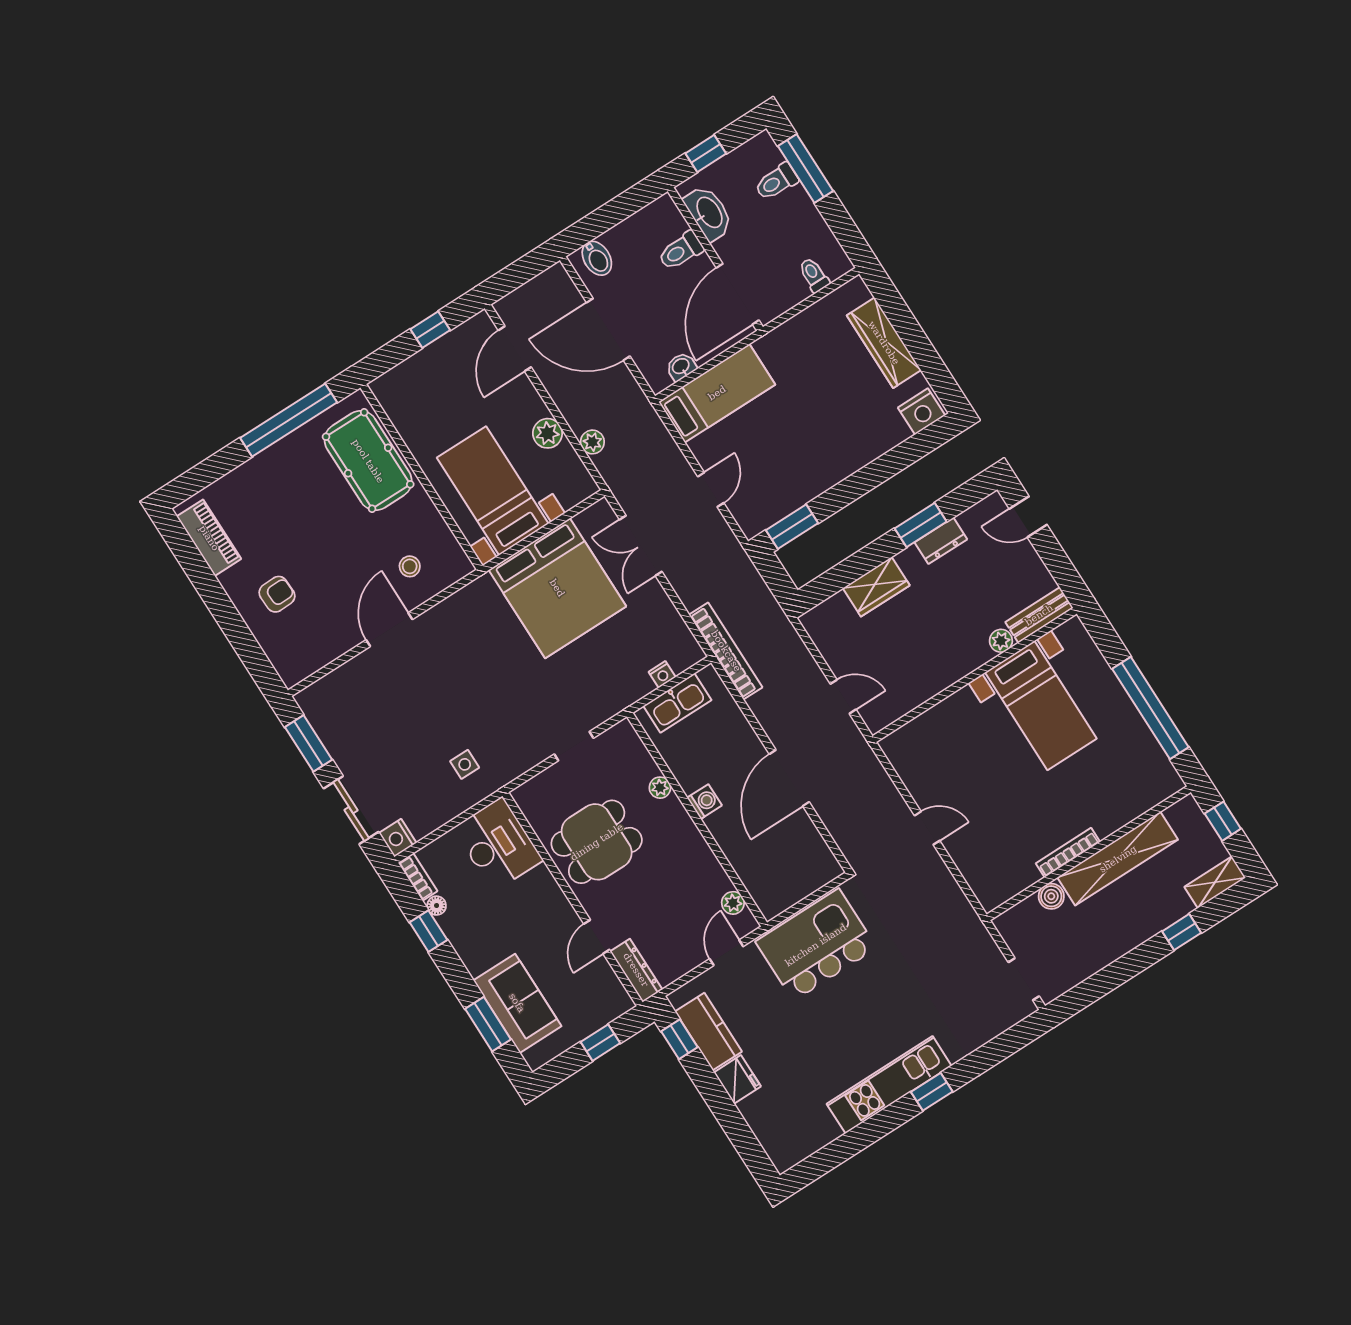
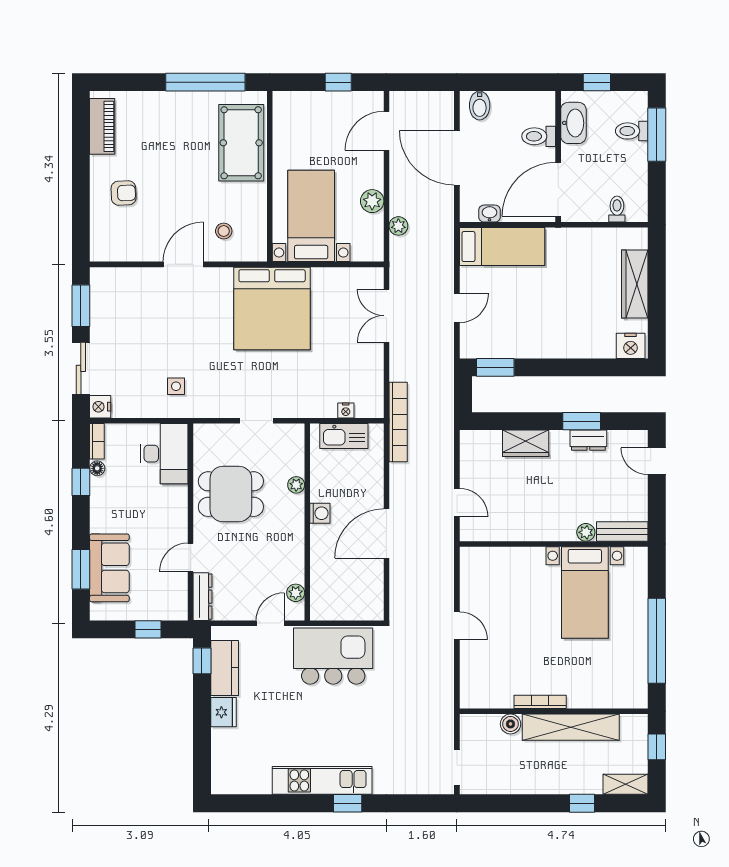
bed: (557, 588) -> (272, 308), moved

